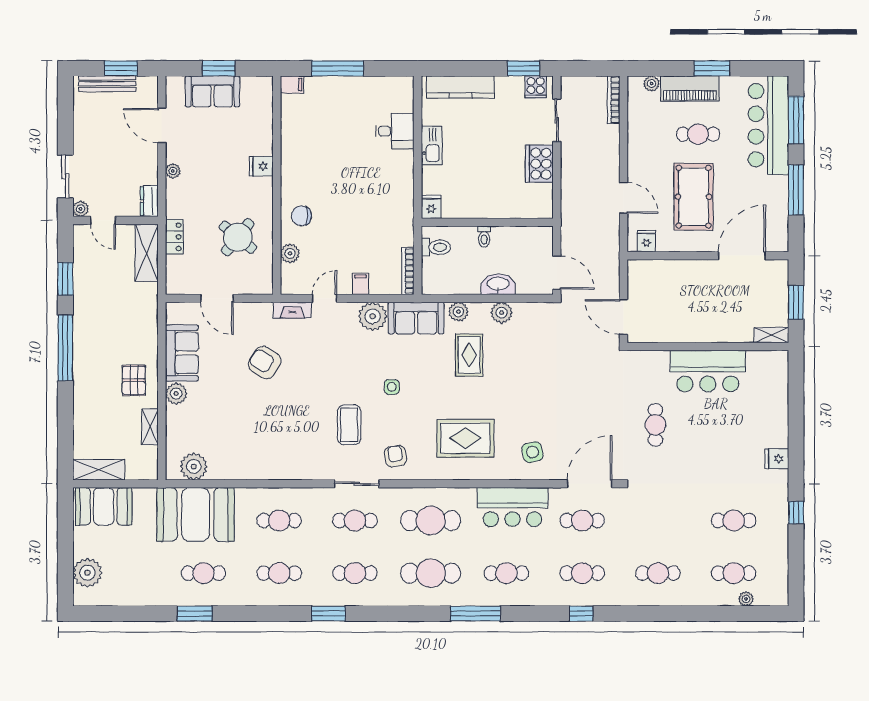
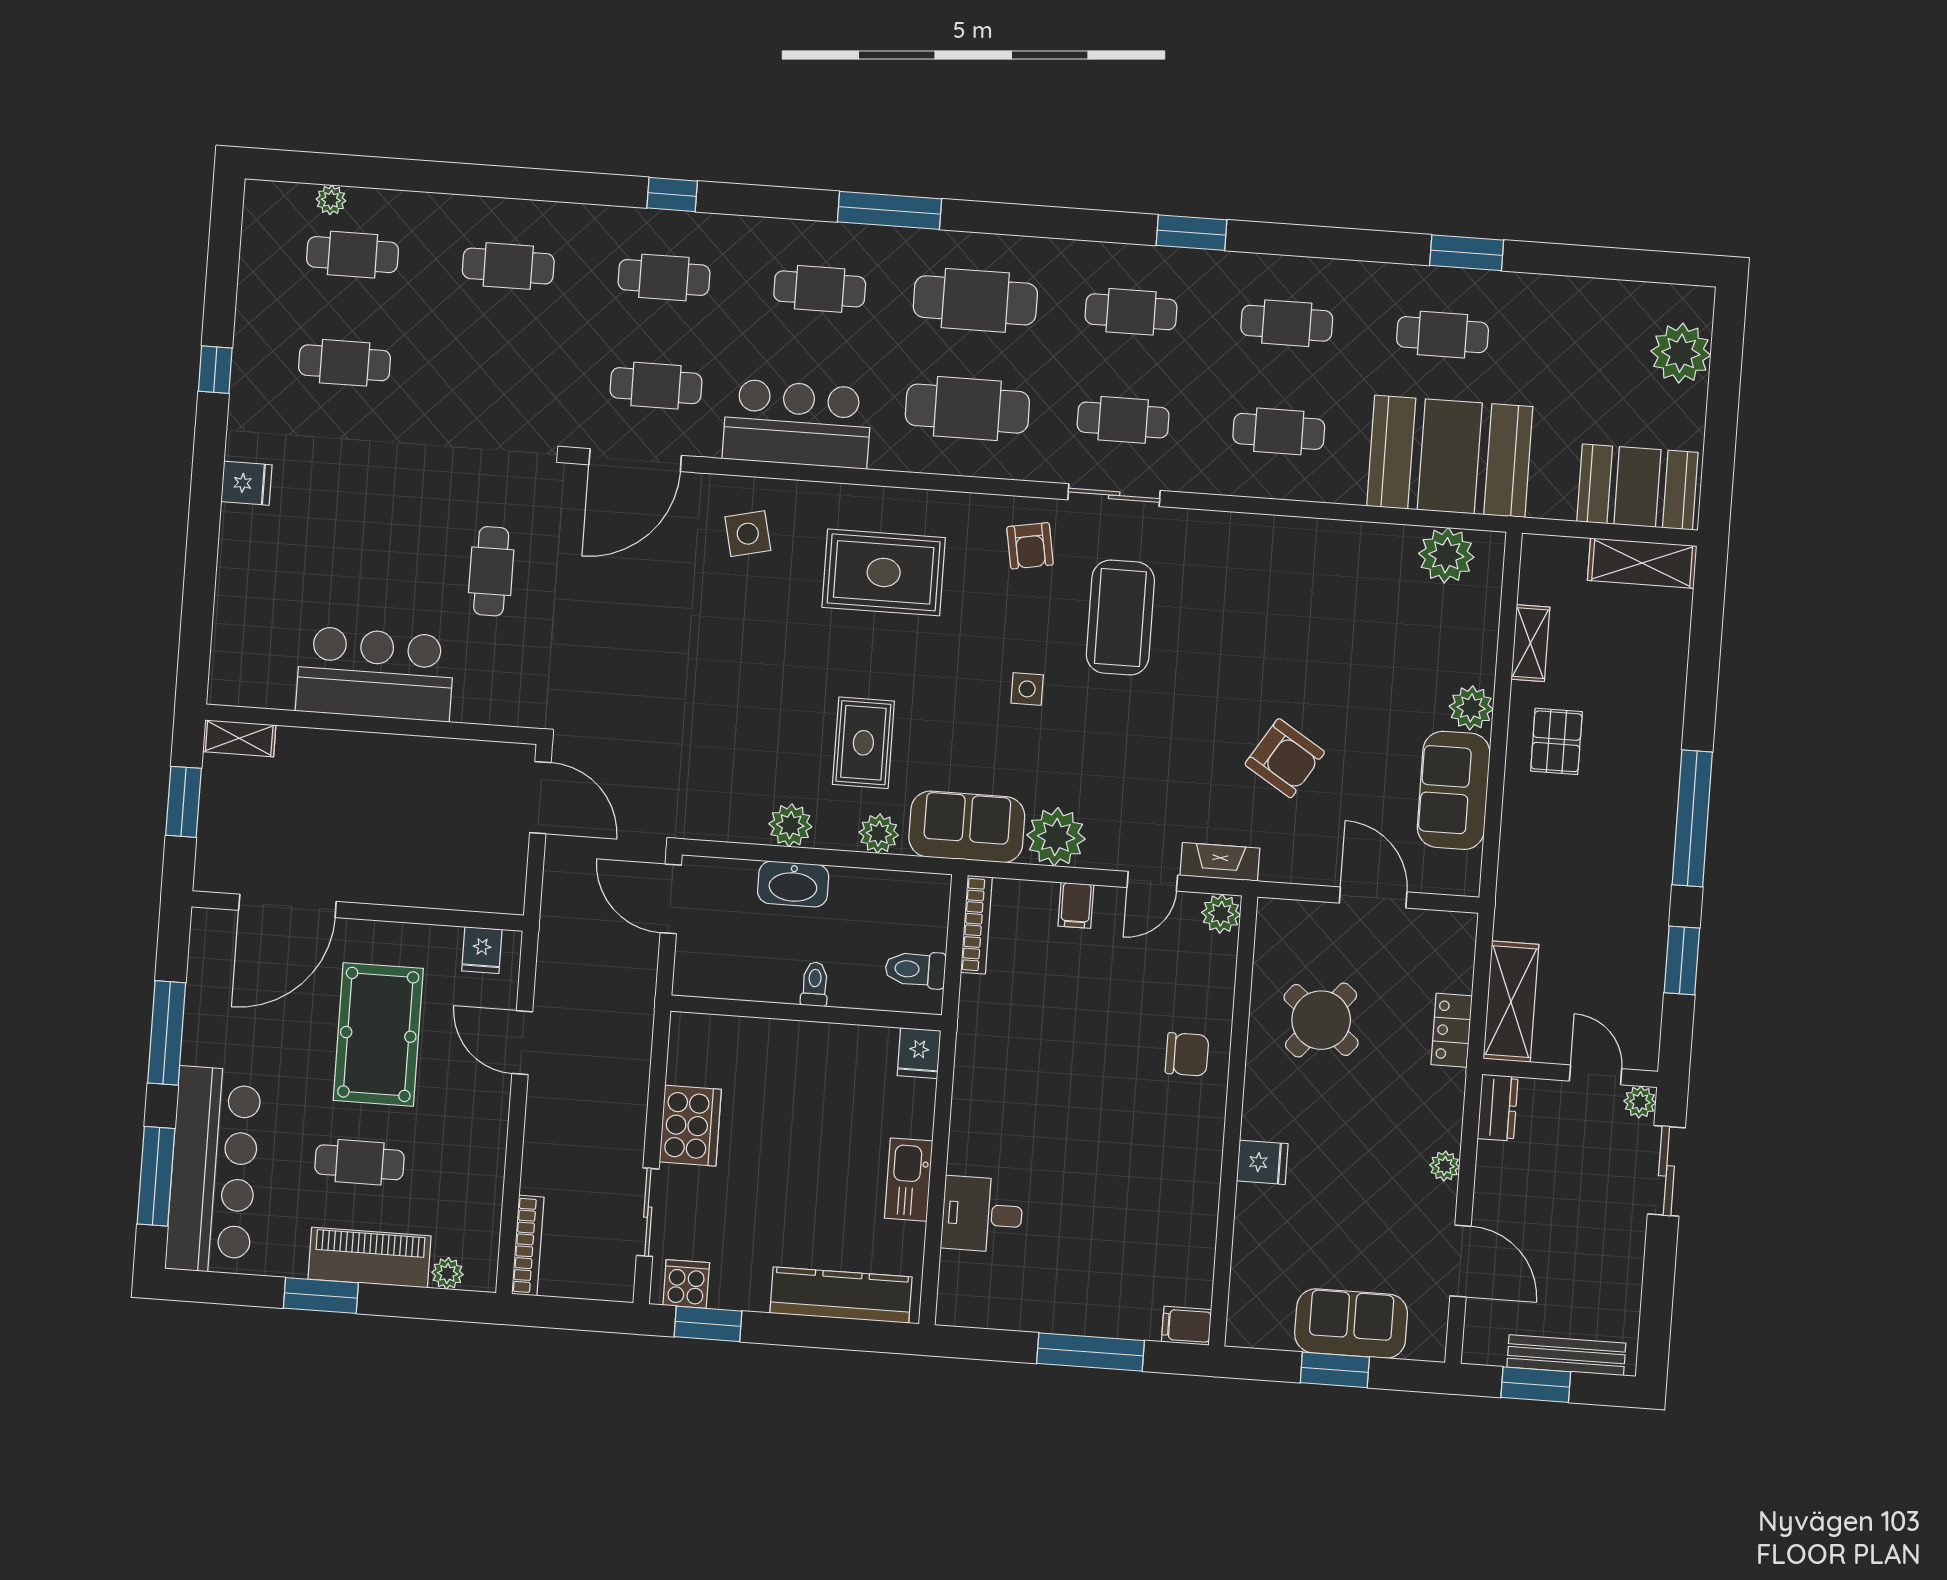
plant: (290, 253) -> (1221, 914), moved
coffee table: (349, 425) -> (1120, 618), width x1.36, depth x1.32

